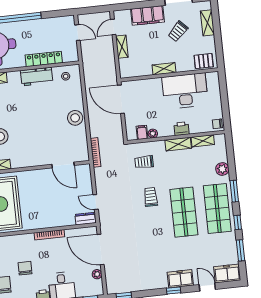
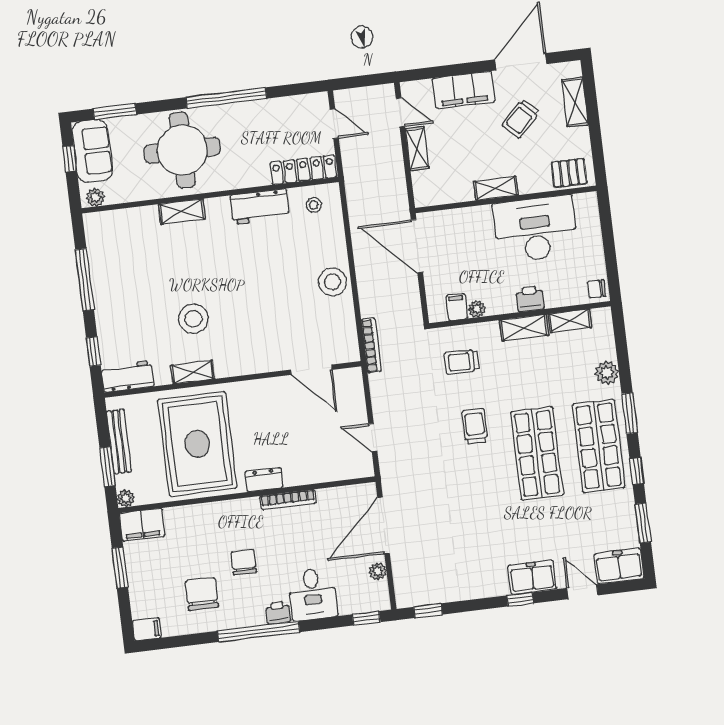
door: (113, 27) -> (400, 112), swing flipped
locker: (44, 59) -> (303, 170), moved
dresser: (85, 219) -> (264, 480), moved
door: (101, 249) -> (384, 525), hinge flipped

